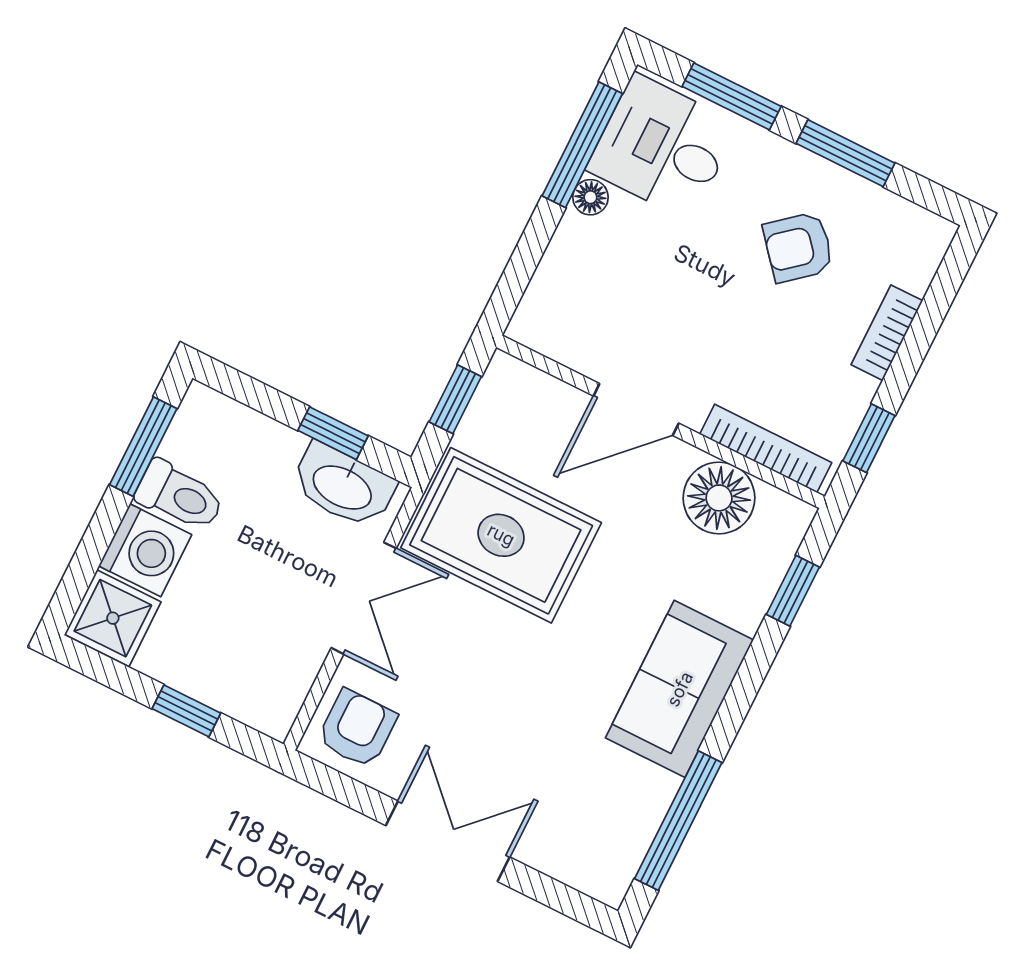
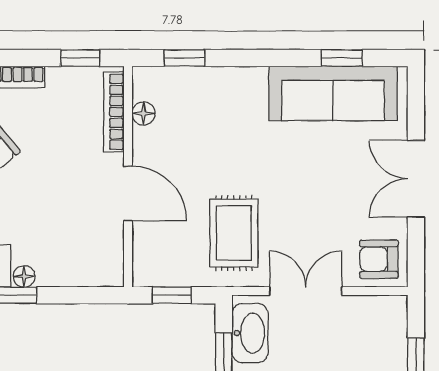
floor lamp: (719, 498) -> (144, 114), width x0.53, depth x0.53
rug: (501, 535) -> (234, 233), width x0.73, depth x0.70
sofa: (680, 689) -> (333, 93), moved, width x1.36
window: (678, 821) -> (342, 58), width x0.46

